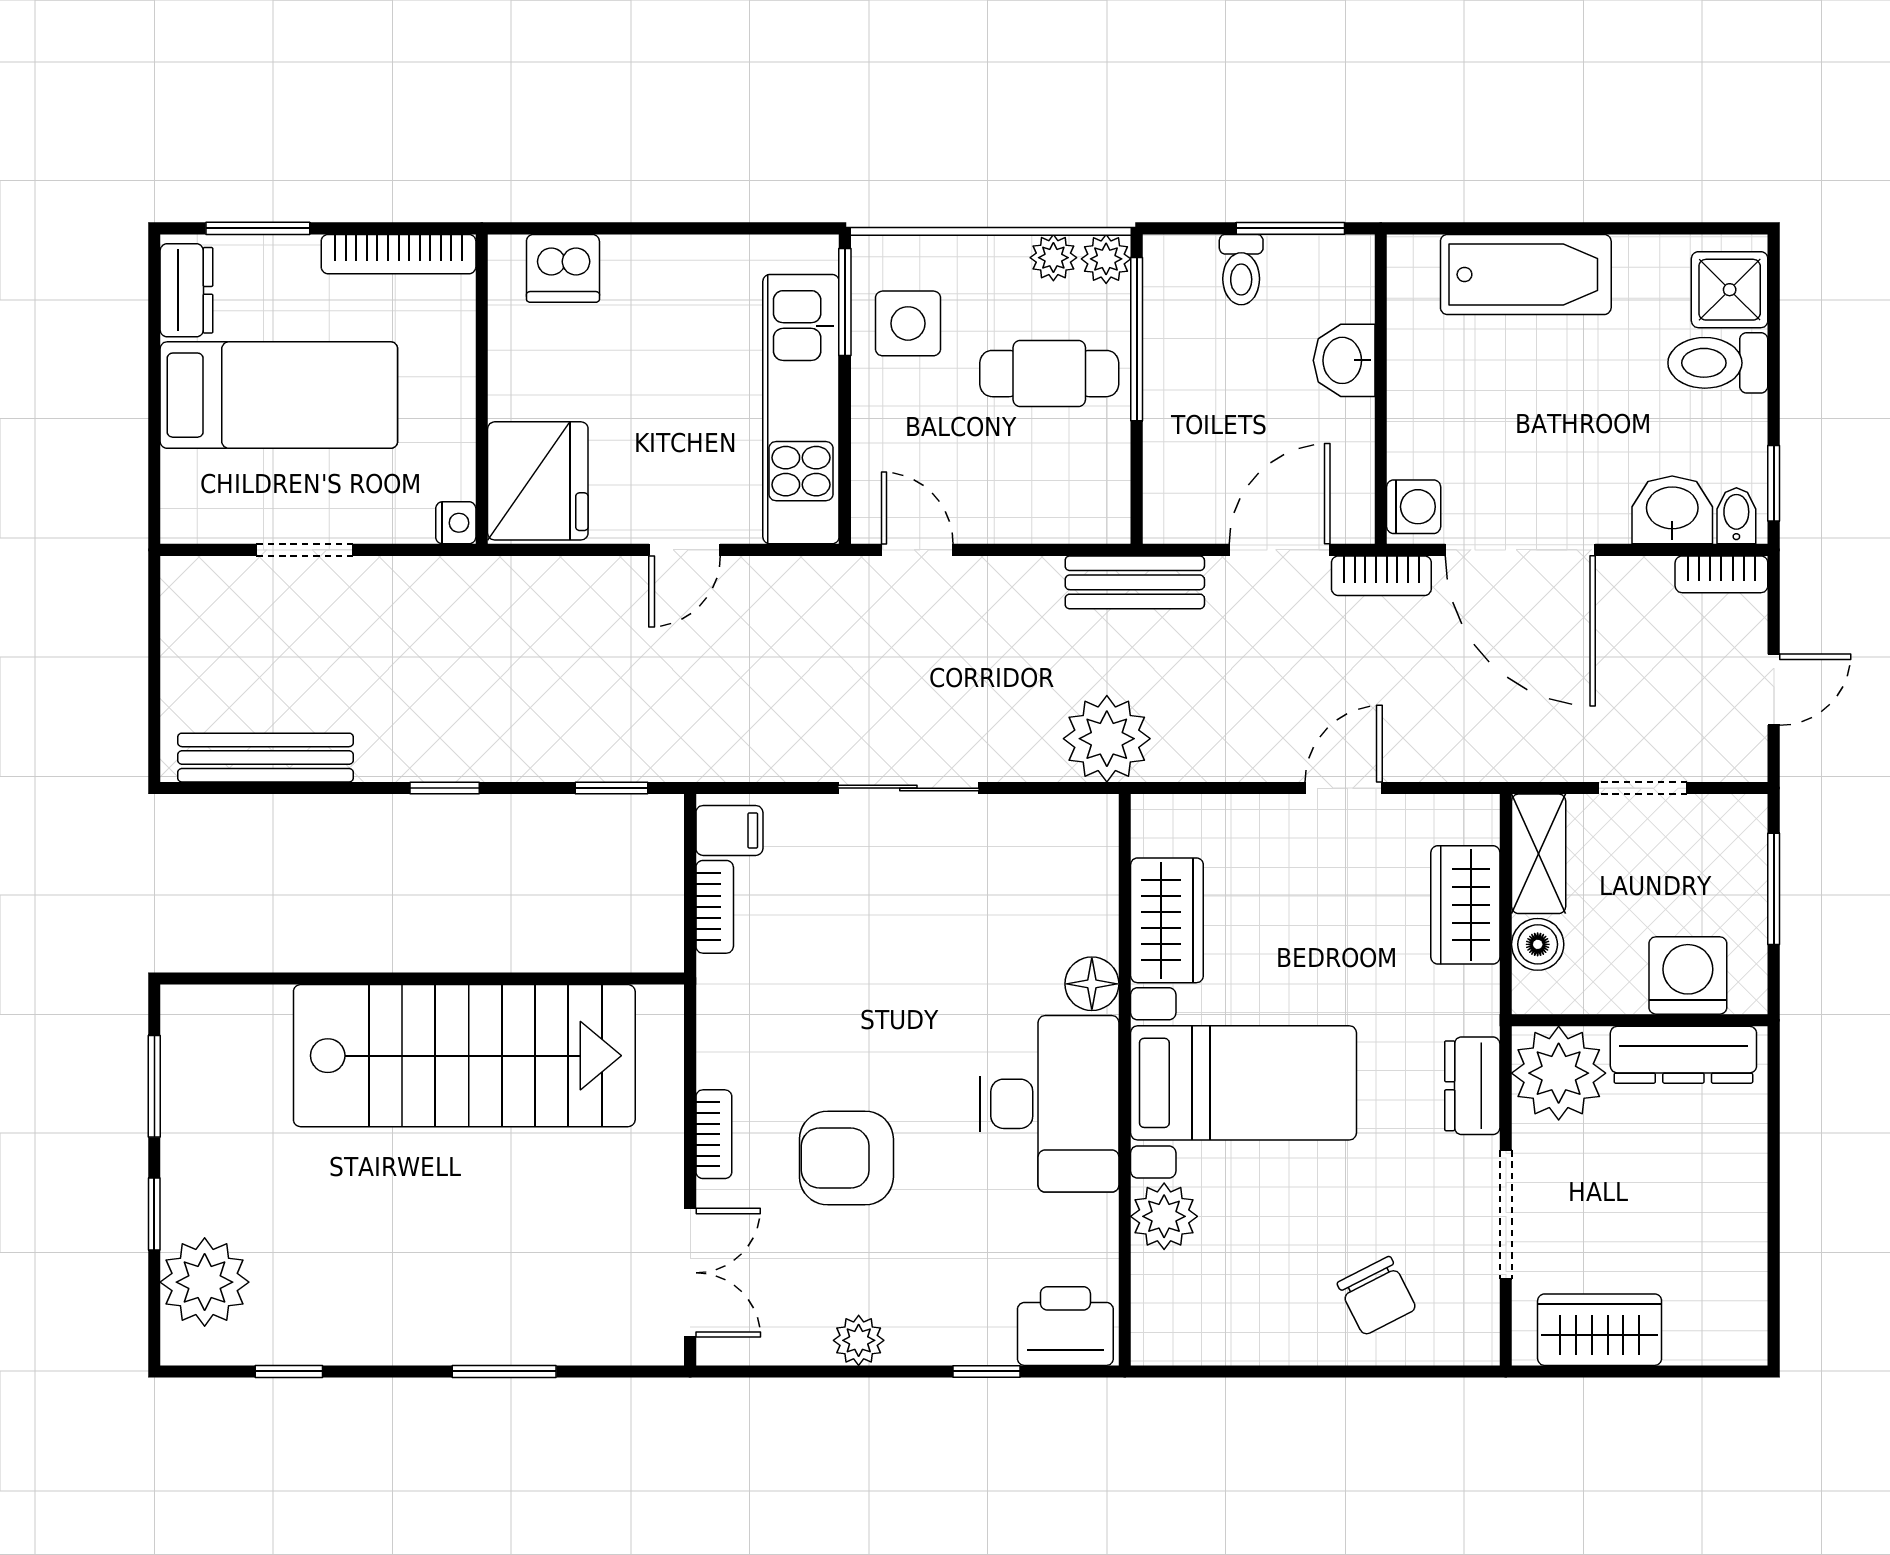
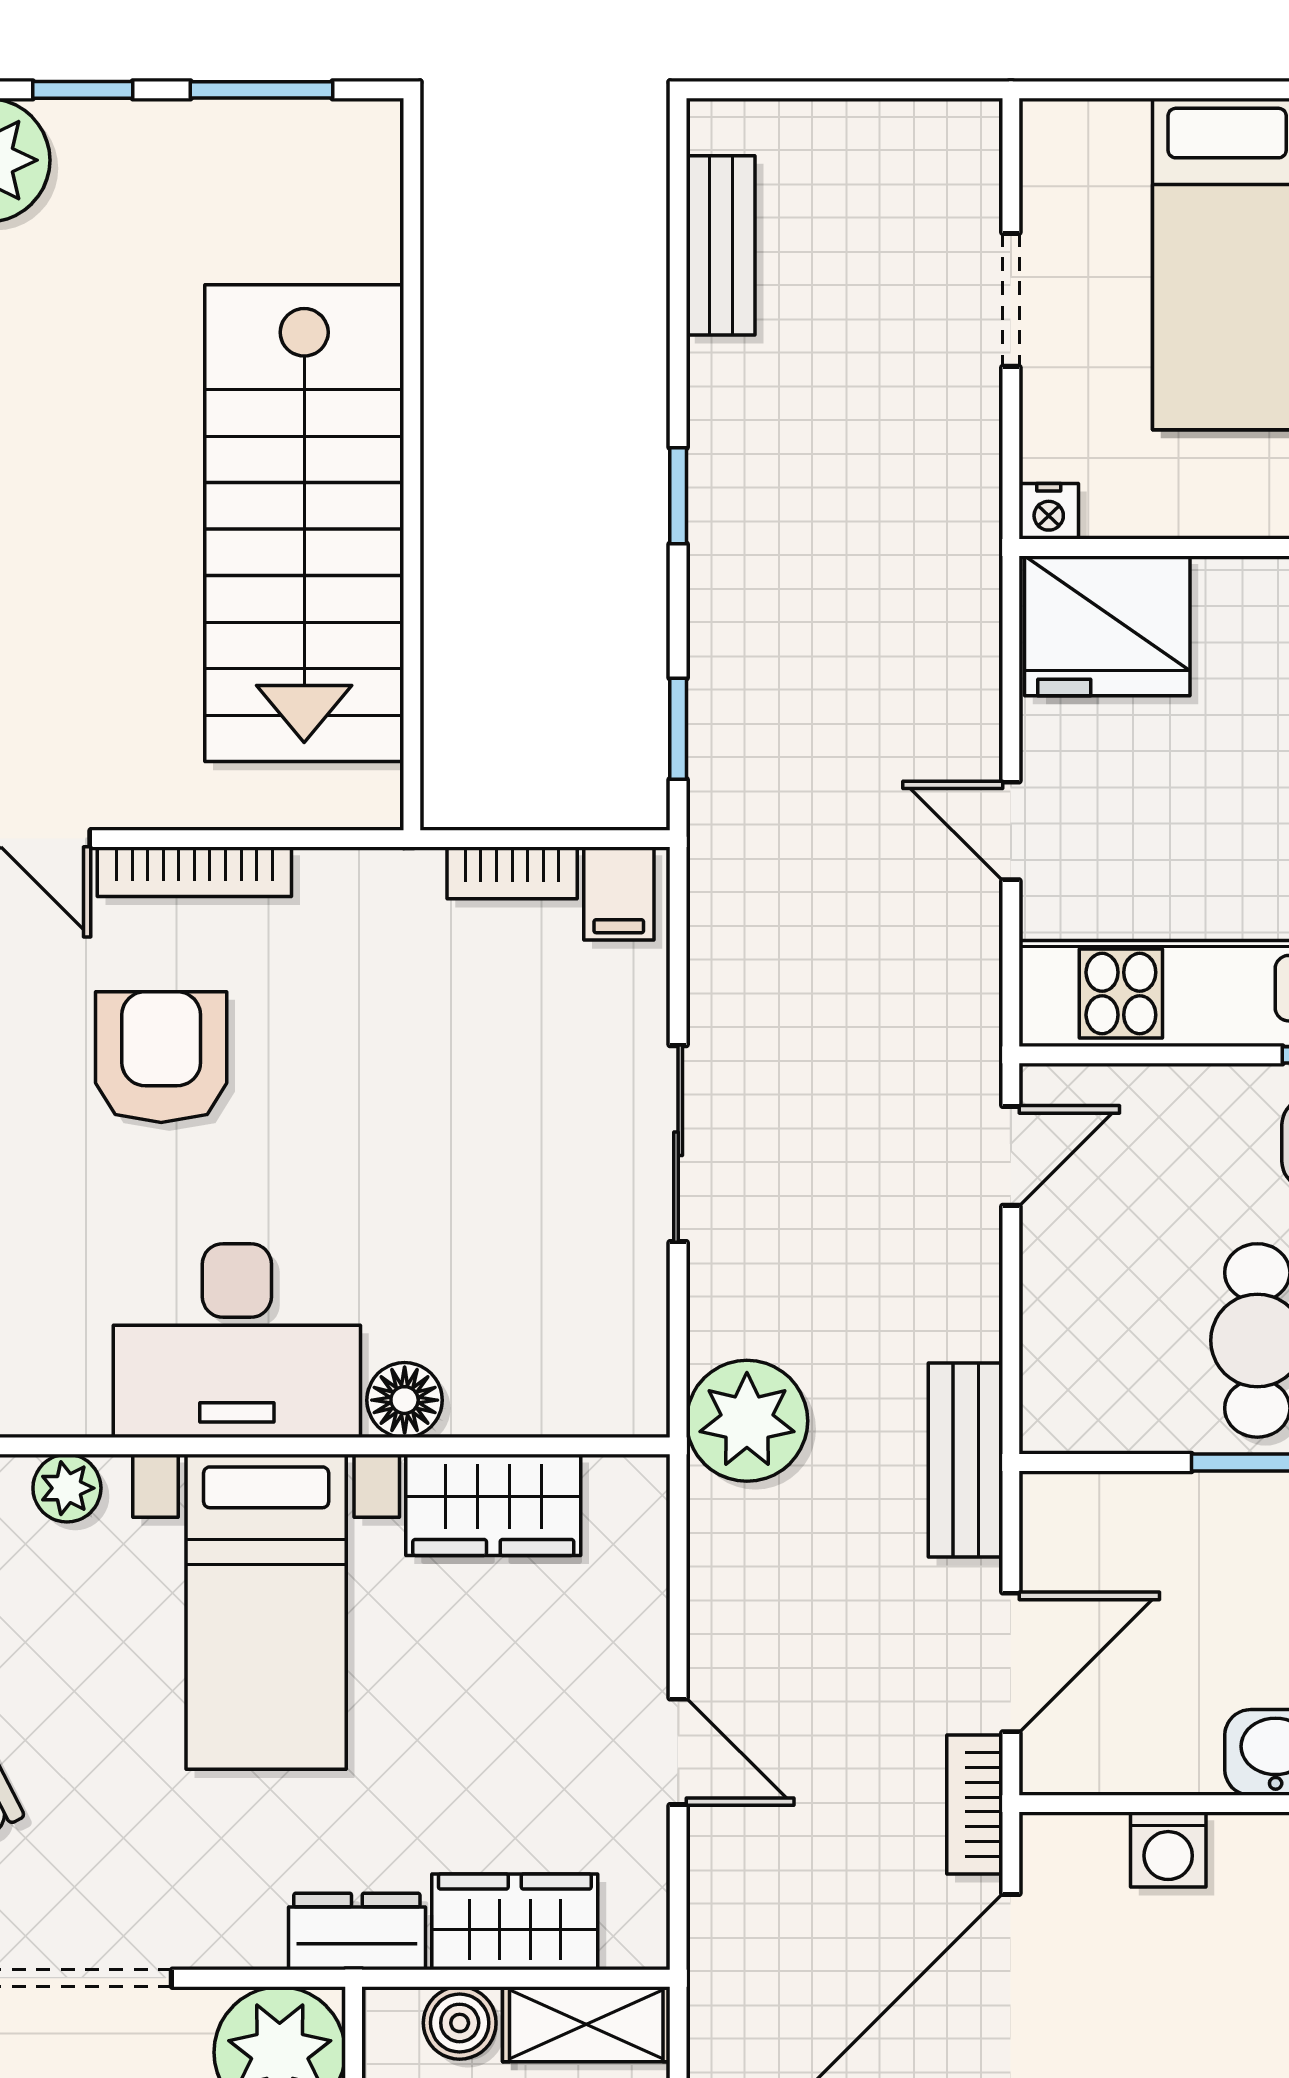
washing machine: (1414, 507) -> (1168, 1850), moved
door: (1280, 550) -> (1011, 1662), hinge flipped
bench: (266, 758) -> (721, 245), width x0.73
dresser: (1472, 1086) -> (357, 1932), moved
bookcase: (714, 1134) -> (194, 872), width x1.56
plant: (1164, 1216) -> (67, 1488), width x0.73, depth x0.73

